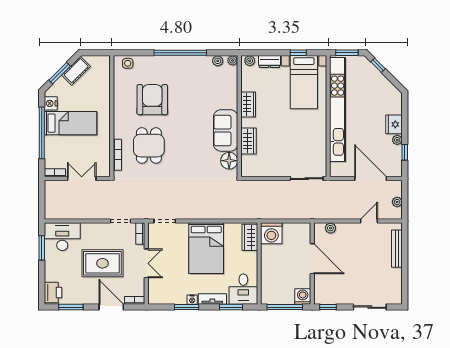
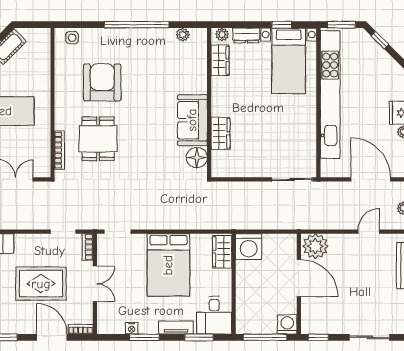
plant: (233, 60) -> (201, 34), removed
wardrobe: (248, 104) -> (220, 60), moved
plant: (330, 228) -> (315, 246), width x1.87, depth x1.87
nightstand: (192, 300) -> (132, 328), moved

